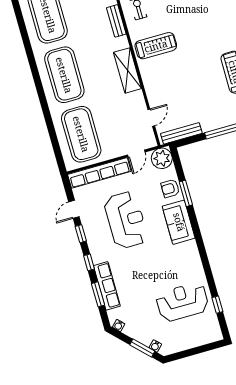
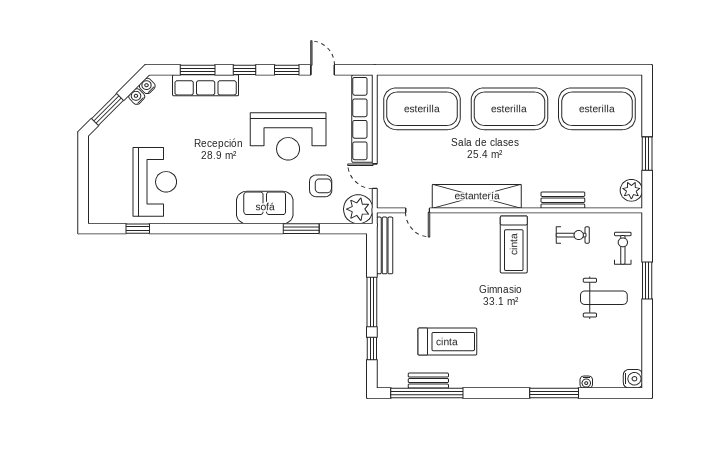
shelving: (128, 70) -> (477, 196), width x1.47
armchair: (170, 188) -> (321, 186), moved, turned 90
water cooler: (155, 346) -> (137, 97), moved

